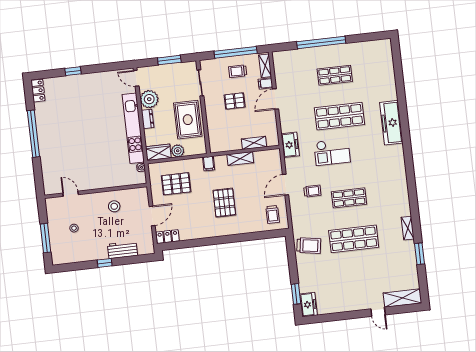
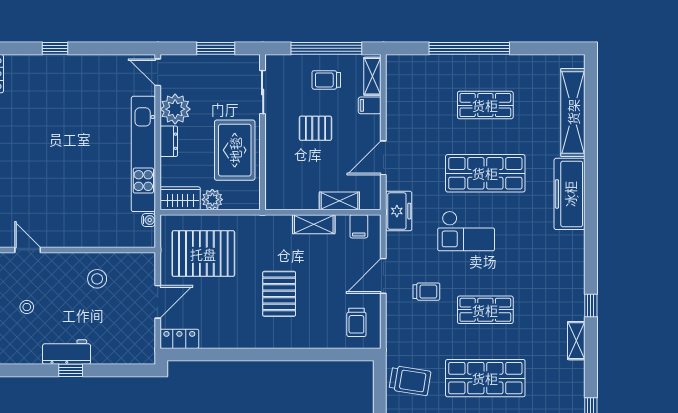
shelving: (388, 74) -> (573, 112), added
door: (276, 99) -> (383, 158), moved
filing cabinet: (209, 164) -> (359, 226), moved
pallet: (176, 184) -> (203, 254), width x1.37, depth x1.41
window: (412, 188) -> (591, 305), added
shelving: (408, 228) -> (576, 341), moved
workbench: (122, 250) -> (67, 352), moved

